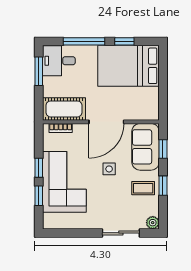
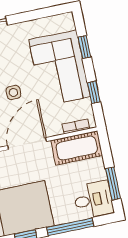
window: (39, 168) -> (94, 92), moved

